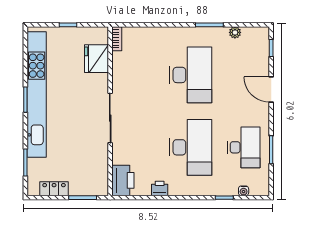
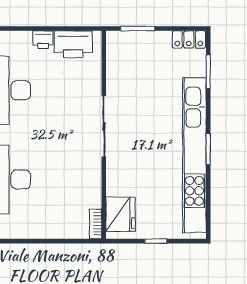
fridge: (97, 59) -> (121, 214), moved
printer: (123, 180) -> (73, 44), moved, turned -90
locker: (54, 189) -> (189, 39), moved

